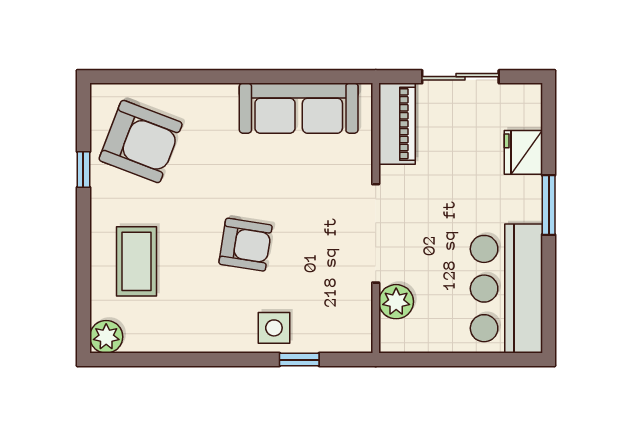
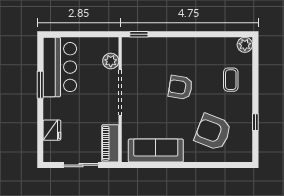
armchair: (141, 142) -> (213, 132), moved
window: (549, 205) -> (40, 85), moved
coffee table: (137, 261) -> (231, 80), width x0.73, depth x0.77
side table: (274, 328) -> (167, 49), removed
window: (299, 360) -> (139, 34), moved

